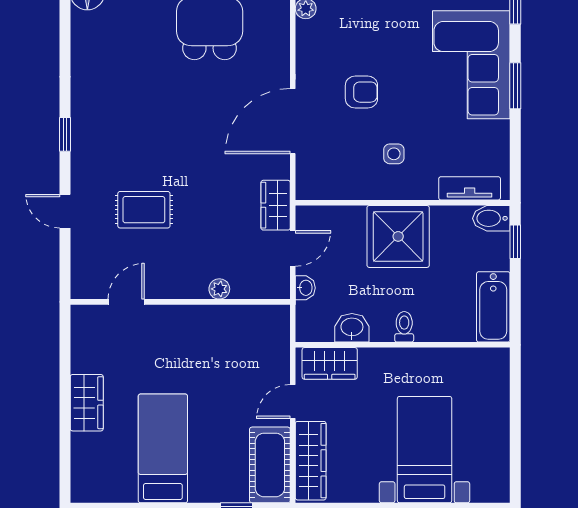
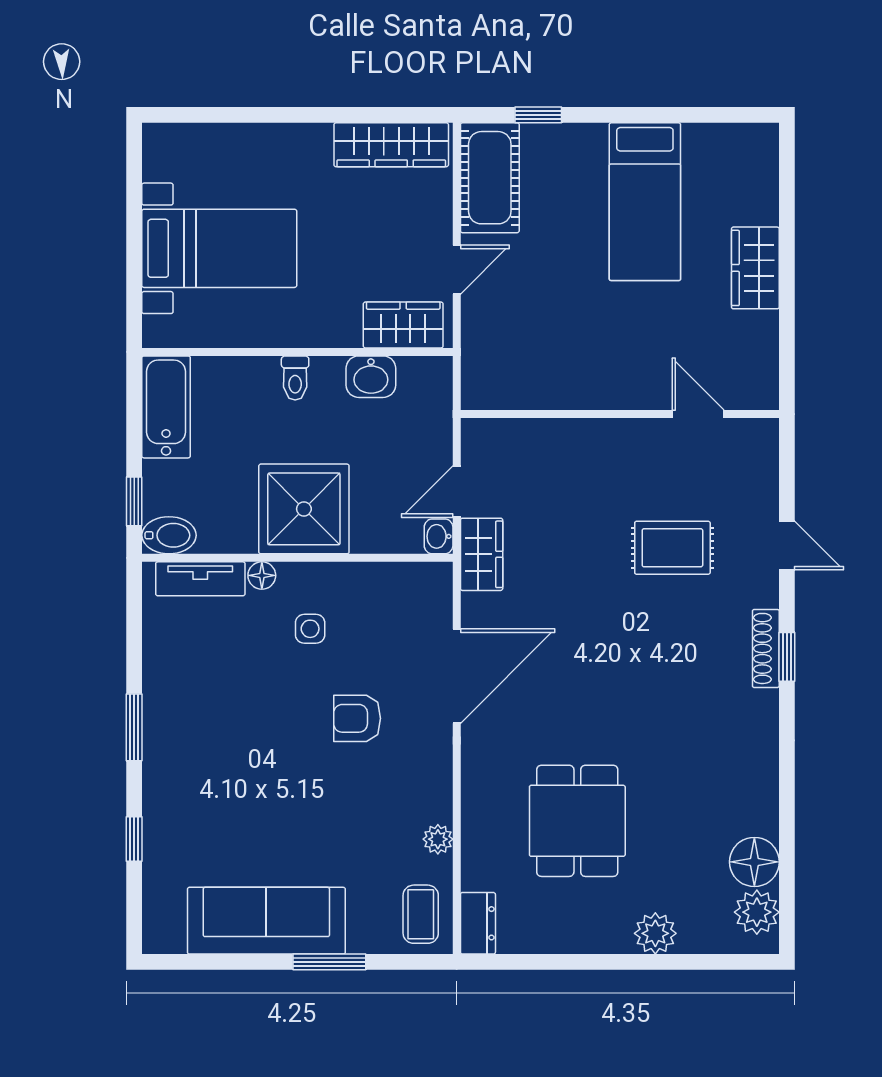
corner sofa: (471, 65) -> (198, 758), removed
shoe rack: (79, 140) -> (766, 648), added
floor lamp: (427, 191) -> (262, 575), added
washbasin: (305, 288) -> (439, 536), moved
plant: (219, 289) -> (563, 433), removed
door: (126, 302) -> (698, 414), swing flipped
bed with nightstands: (425, 450) -> (219, 248), moved, turned -90
wardrobe: (311, 461) -> (391, 145), moved, turned -90

